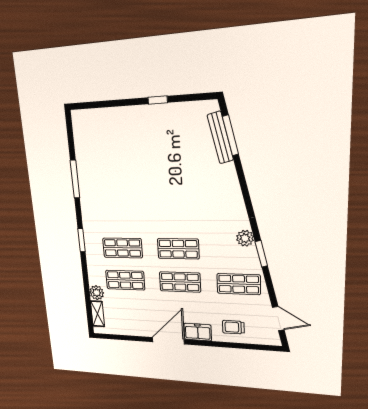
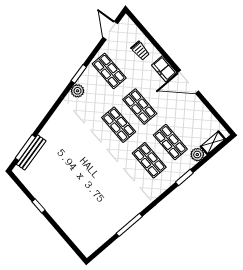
window: (81, 240) -> (184, 177), moved

